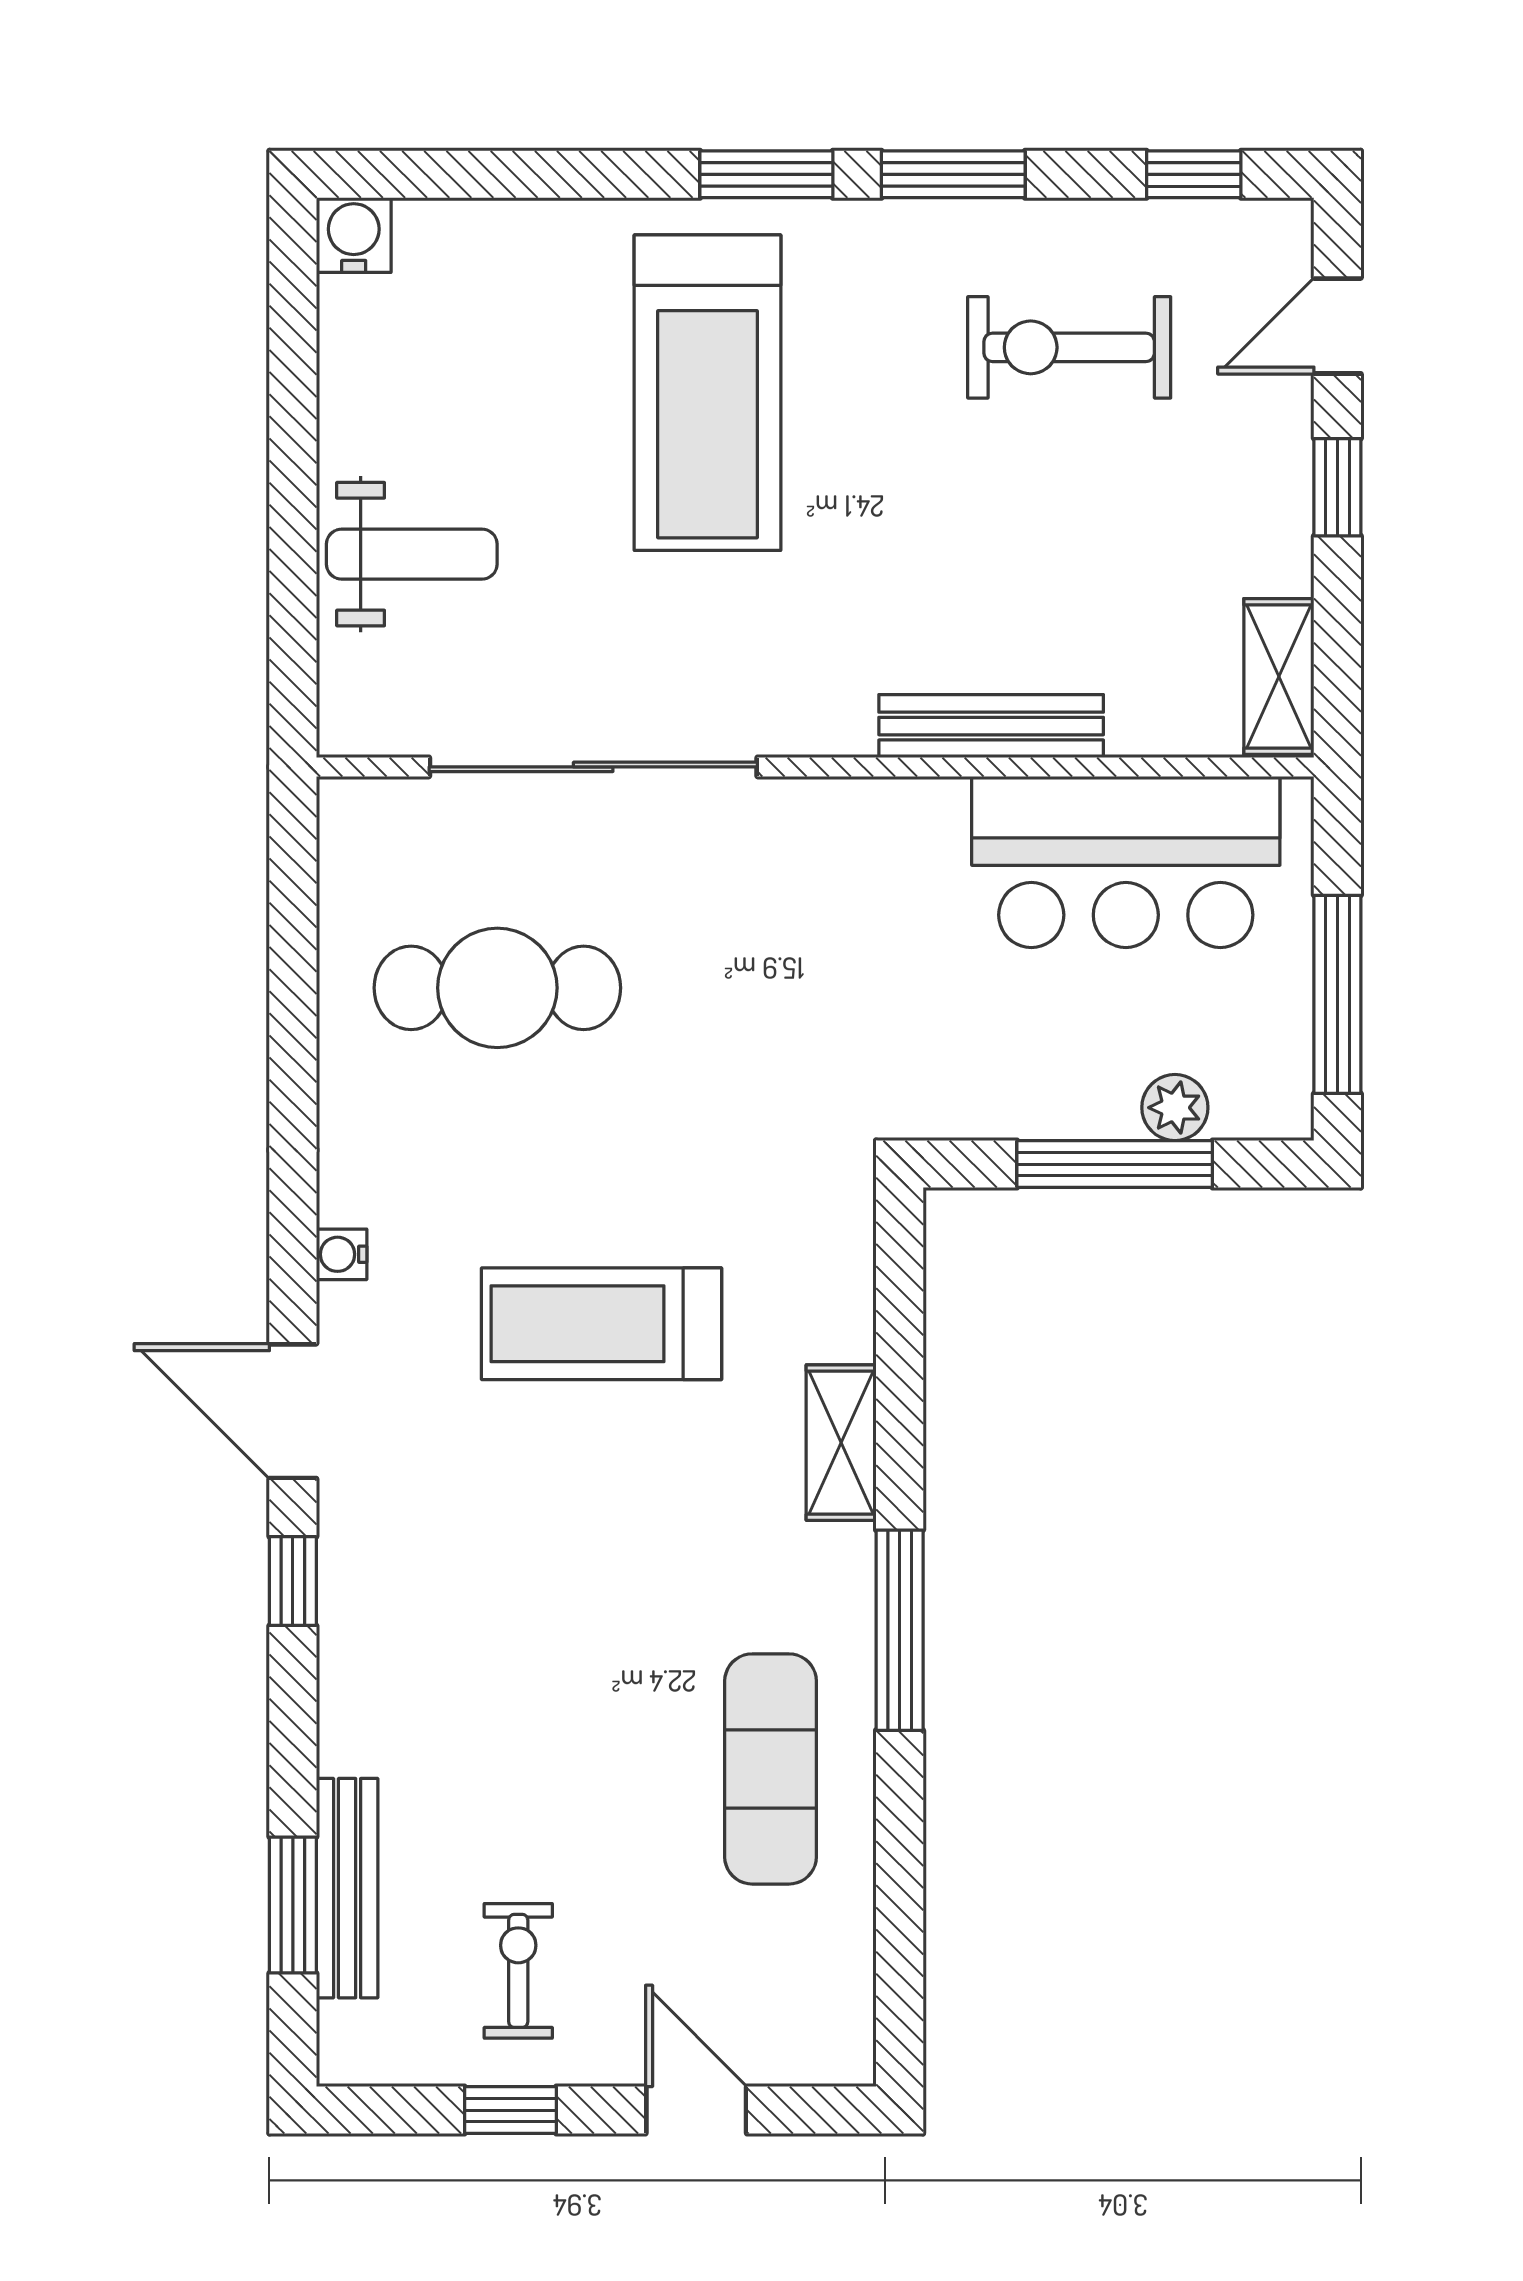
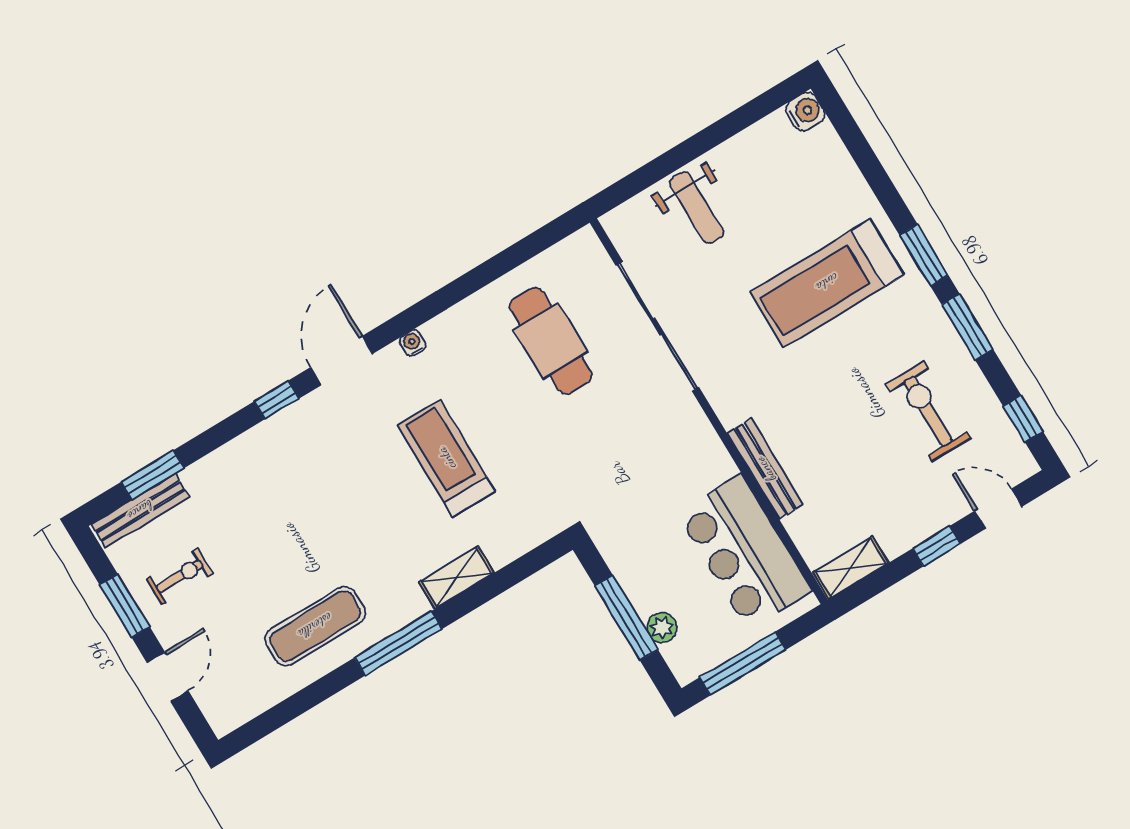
bench: (347, 1888) -> (140, 511), moved
window: (510, 2110) -> (125, 606), width x1.50

